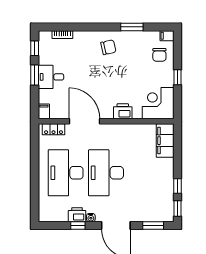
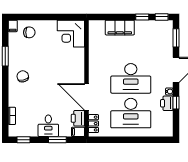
window: (35, 75) -> (57, 140), moved
window: (177, 77) -> (49, 17), removed
printer: (123, 111) -> (78, 118), moved
door: (84, 121) -> (87, 97), hinge flipped
filing cabinet: (165, 141) -> (120, 28), moved

